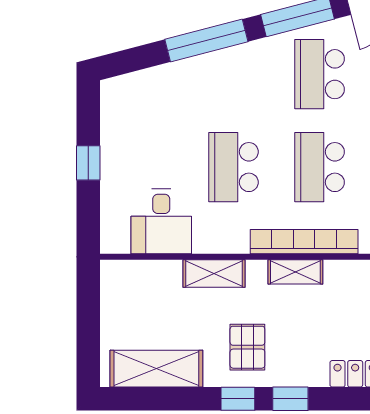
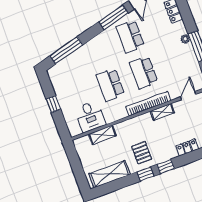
window: (206, 41) -> (66, 50), moved
shelving: (295, 272) -> (162, 112), moved
shelving: (214, 274) -> (102, 135), moved

